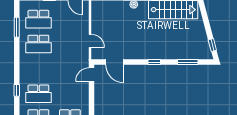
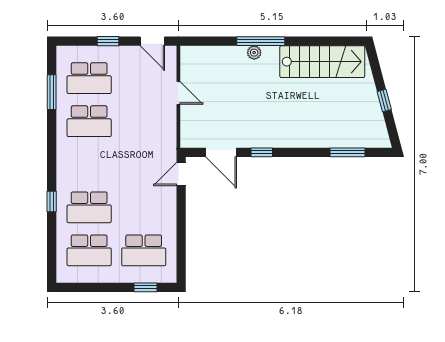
door: (90, 41) -> (178, 93), moved
window: (212, 45) -> (384, 101), moved
window: (154, 62) -> (262, 152), moved

